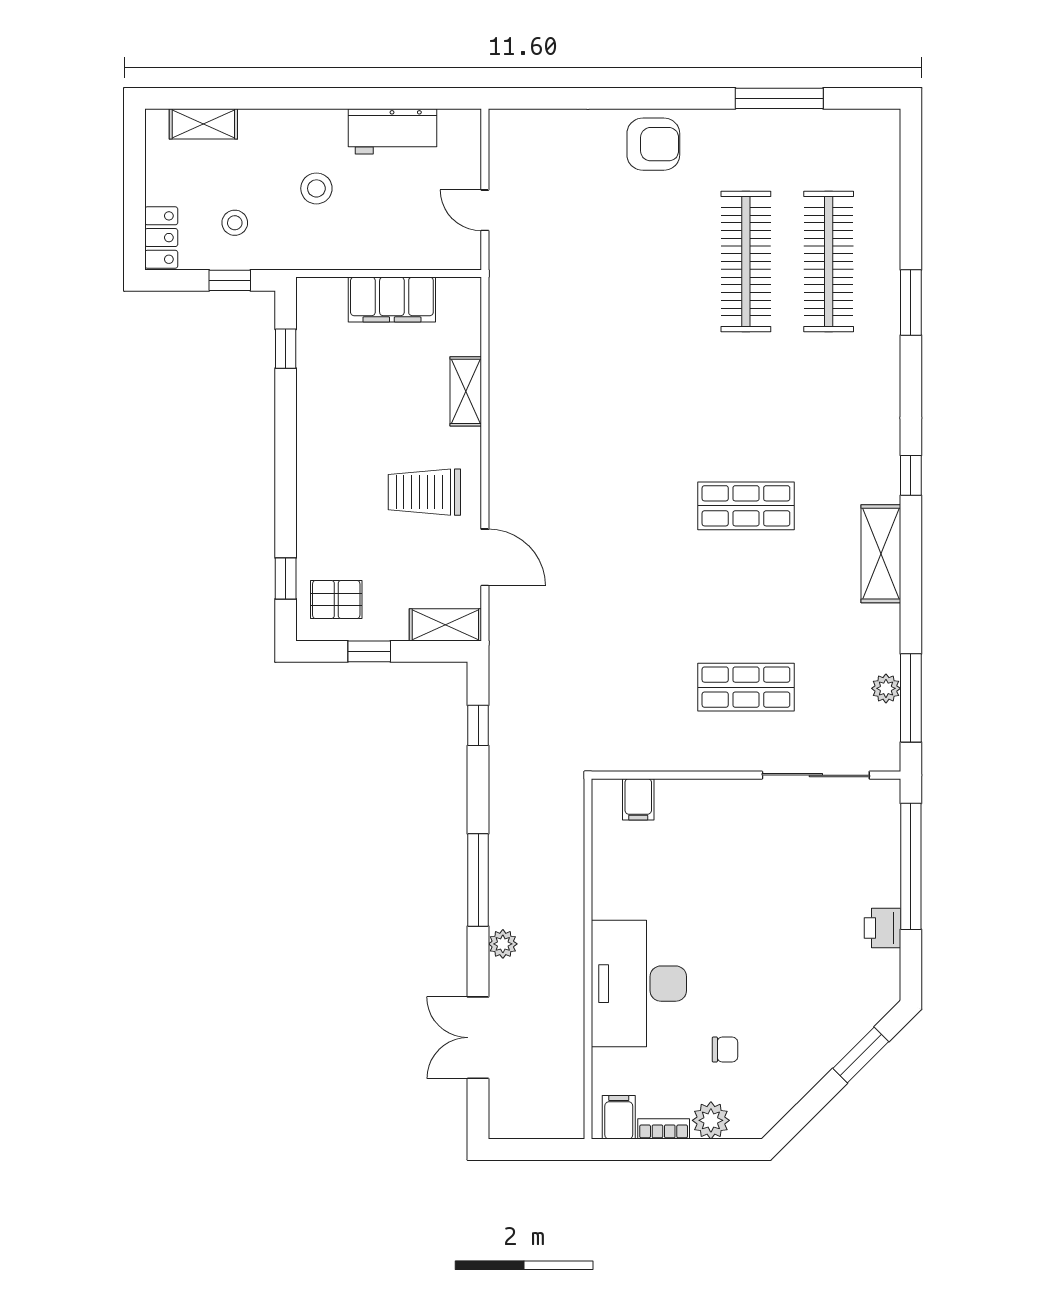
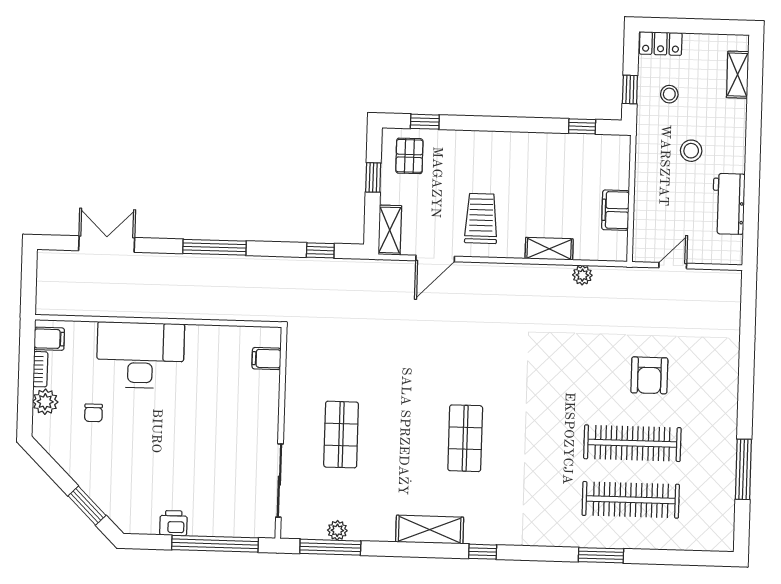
armchair: (653, 144) -> (649, 375), moved
filing cabinet: (392, 300) -> (615, 210), width x0.67, depth x0.86
plant: (503, 944) -> (582, 275), moved

